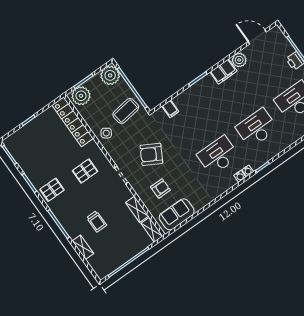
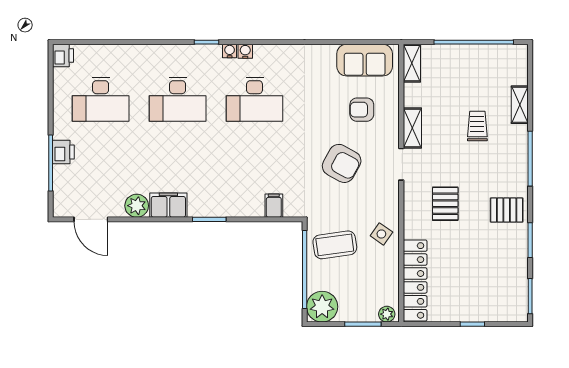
plant: (81, 96) -> (387, 314), width x0.53, depth x0.53
pallet: (85, 171) -> (445, 204), turned 90
shelving: (137, 209) -> (412, 128), moved

